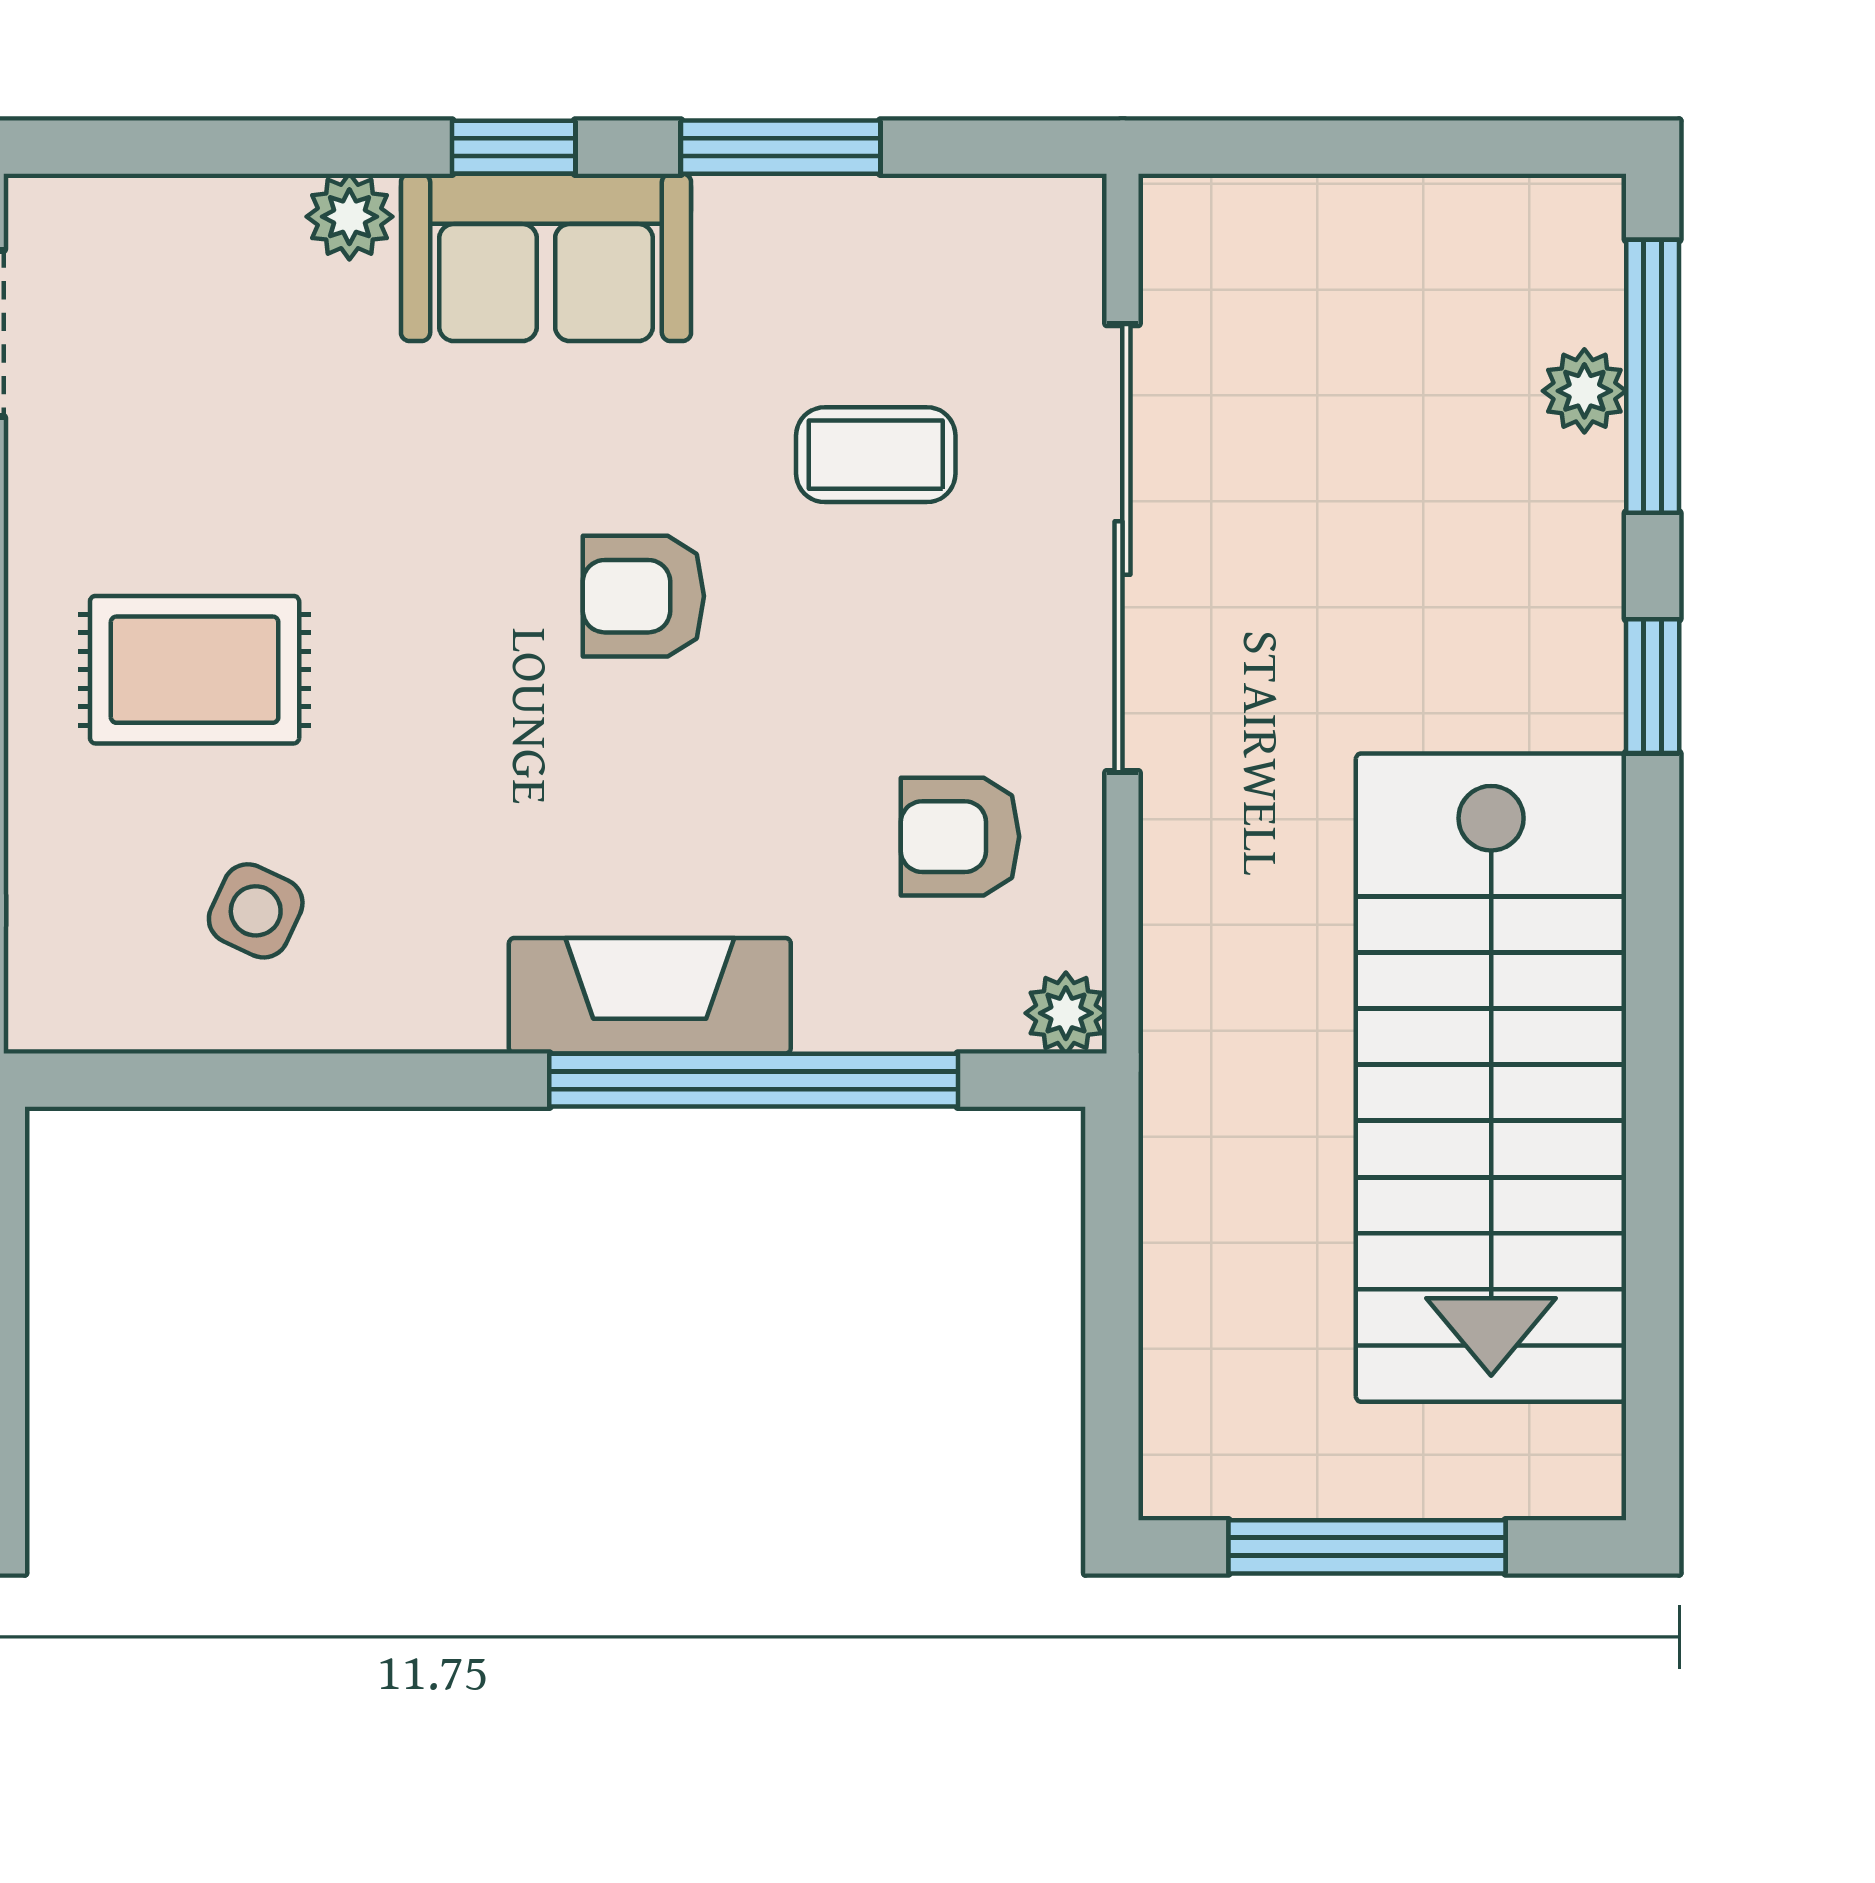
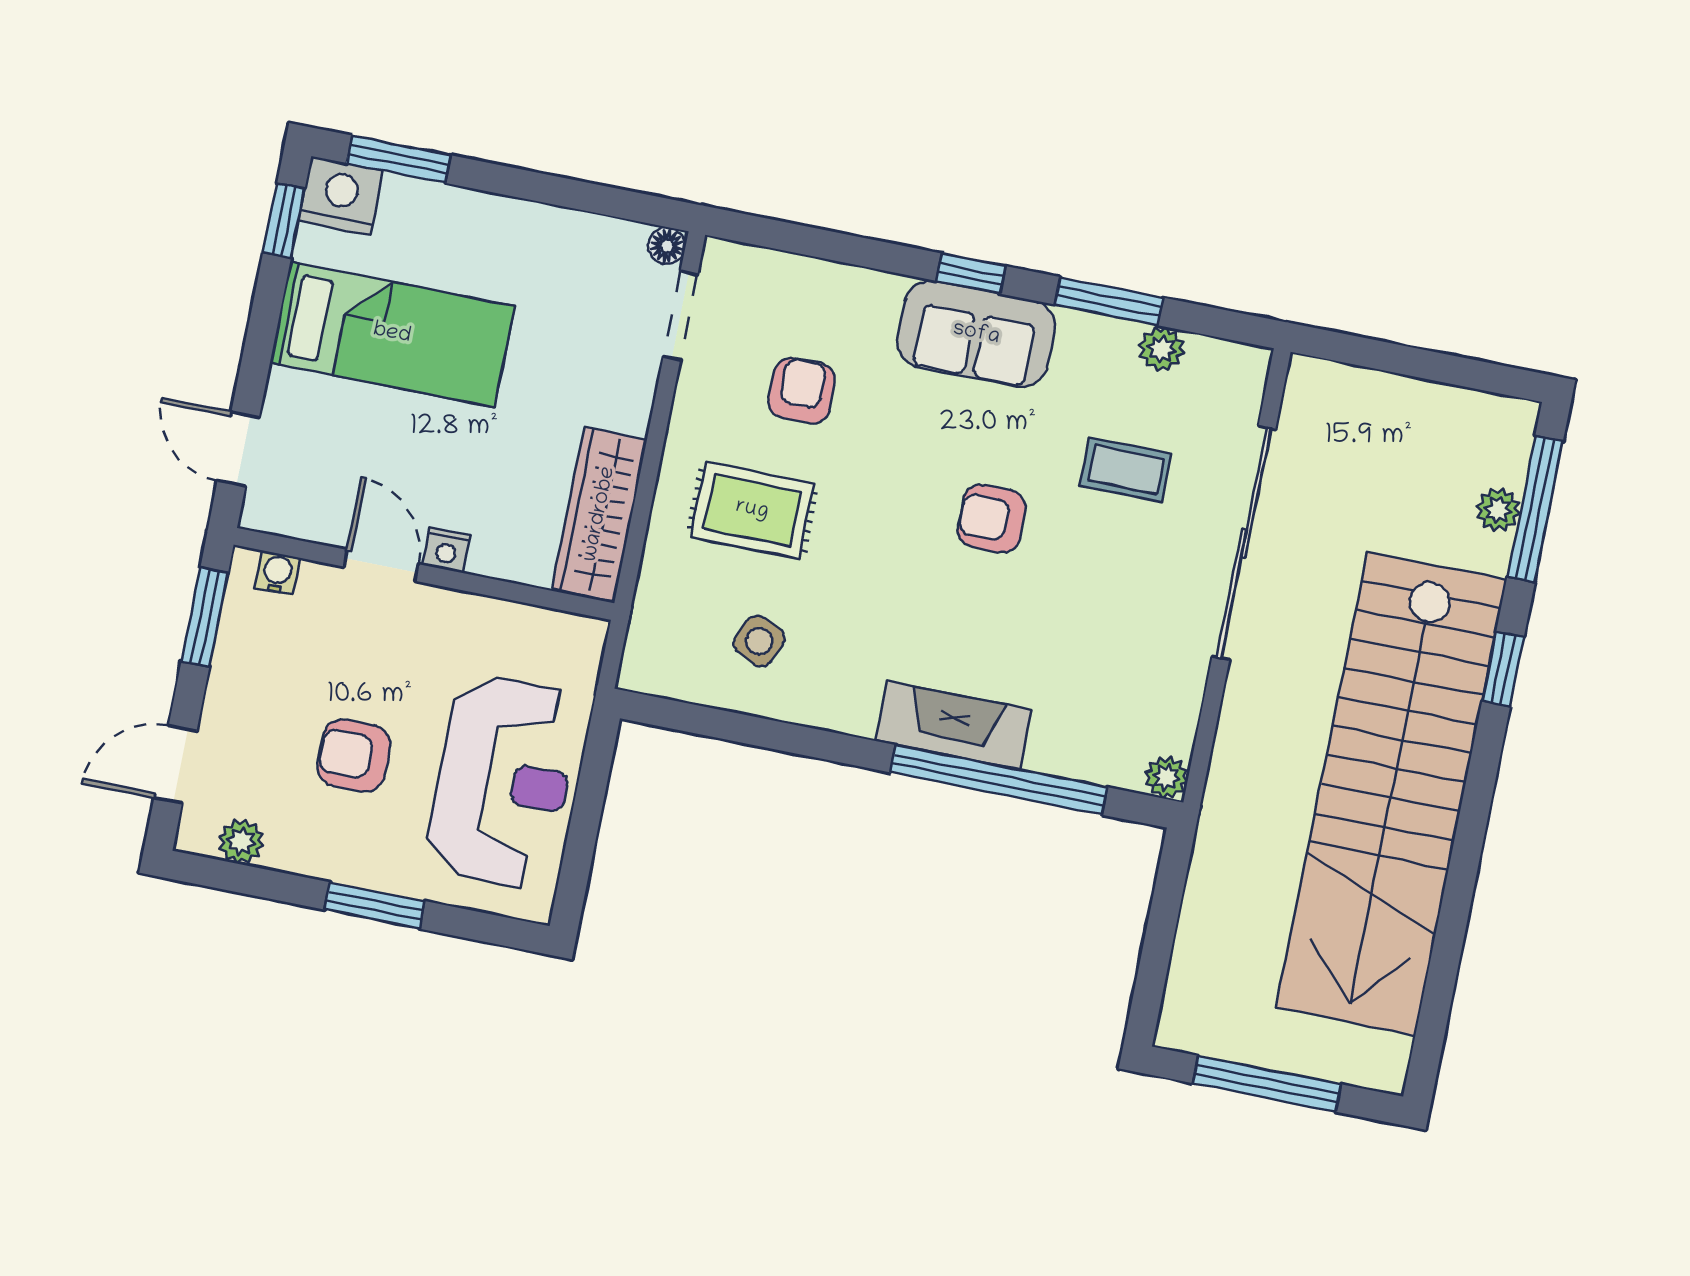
plant: (349, 217) -> (1162, 349), moved
armchair: (960, 837) -> (802, 391), moved, turned 90
stairs: (1491, 1078) -> (1391, 794), width x1.36

